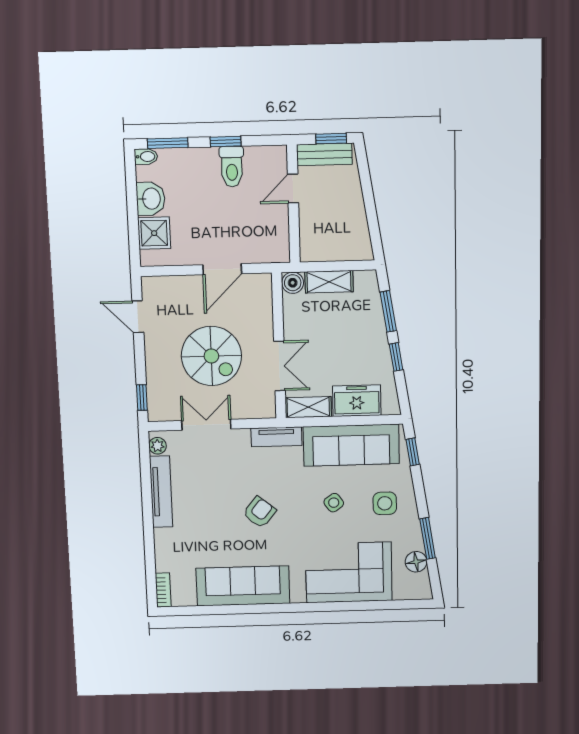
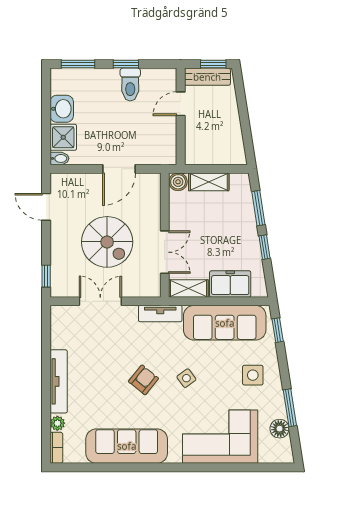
bidet: (146, 157) -> (59, 158), moved
plant: (158, 446) -> (57, 423), moved
tv unit: (161, 492) -> (59, 381), moved
side table: (334, 503) -> (186, 378), moved

